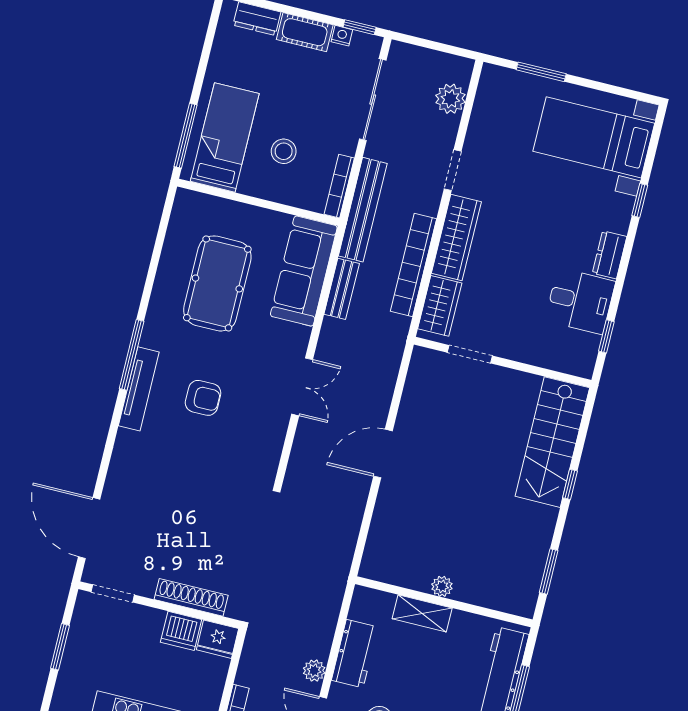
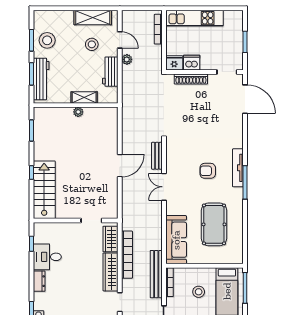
bench: (342, 289) -> (157, 156), moved

